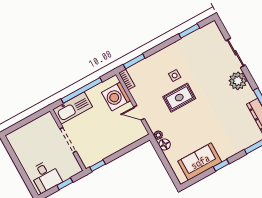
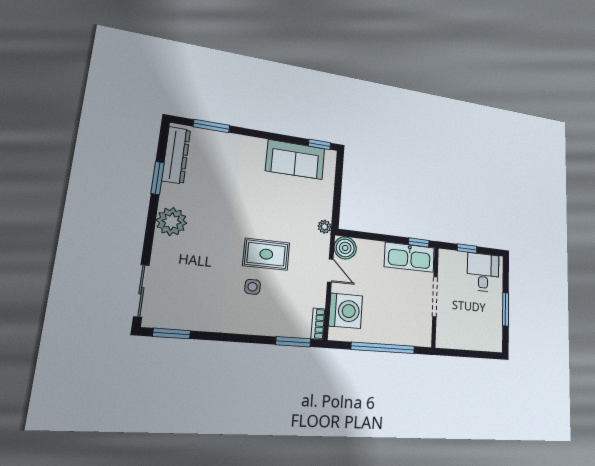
window: (189, 31) -> (172, 334), moved
sliding door: (236, 53) -> (141, 291), moved
kitchen sink: (73, 108) -> (409, 257), moved, turned 180
boiler: (139, 131) -> (345, 248), added
floor lamp: (165, 144) -> (324, 210), removed
window: (17, 163) -> (506, 309), added
window: (221, 165) -> (320, 144), moved

